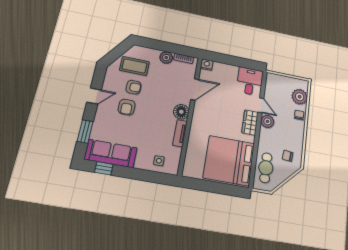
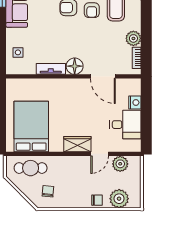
nightstand: (207, 65) -> (135, 102), moved
desk: (250, 81) -> (125, 125), moved
plant: (267, 121) -> (120, 164), moved
bed: (229, 161) -> (31, 127), width x0.73

